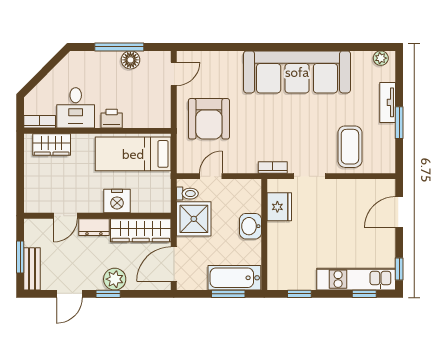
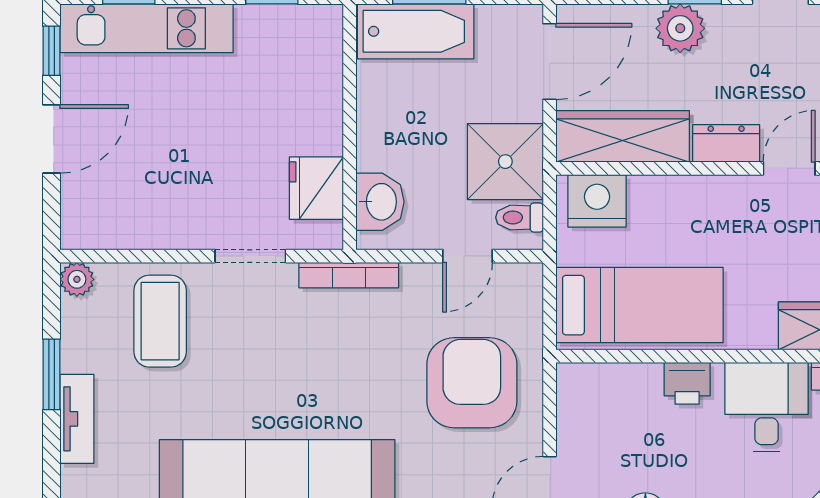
plant: (388, 166) -> (77, 279), added
bookcase: (273, 168) -> (349, 275), width x1.56
nightstand: (117, 201) -> (597, 201), moved
door: (399, 212) -> (52, 139), moved
washbasin: (251, 226) -> (380, 202), moved

